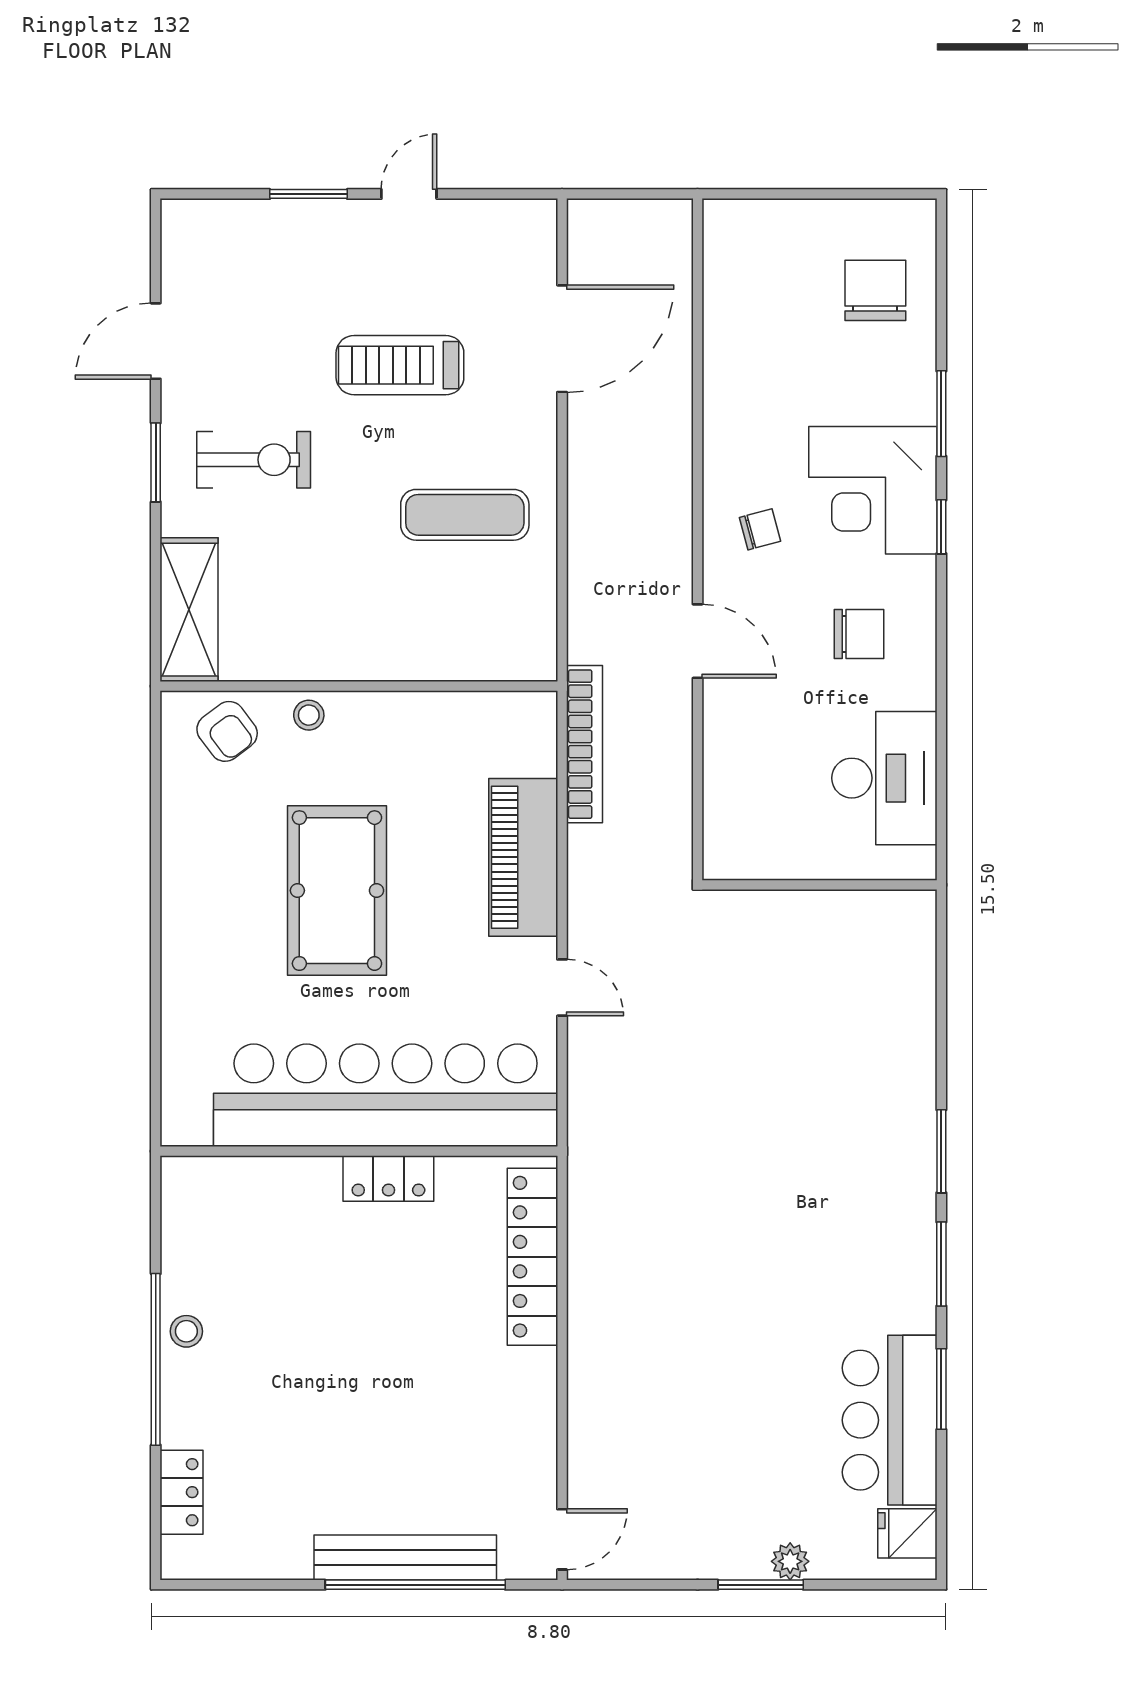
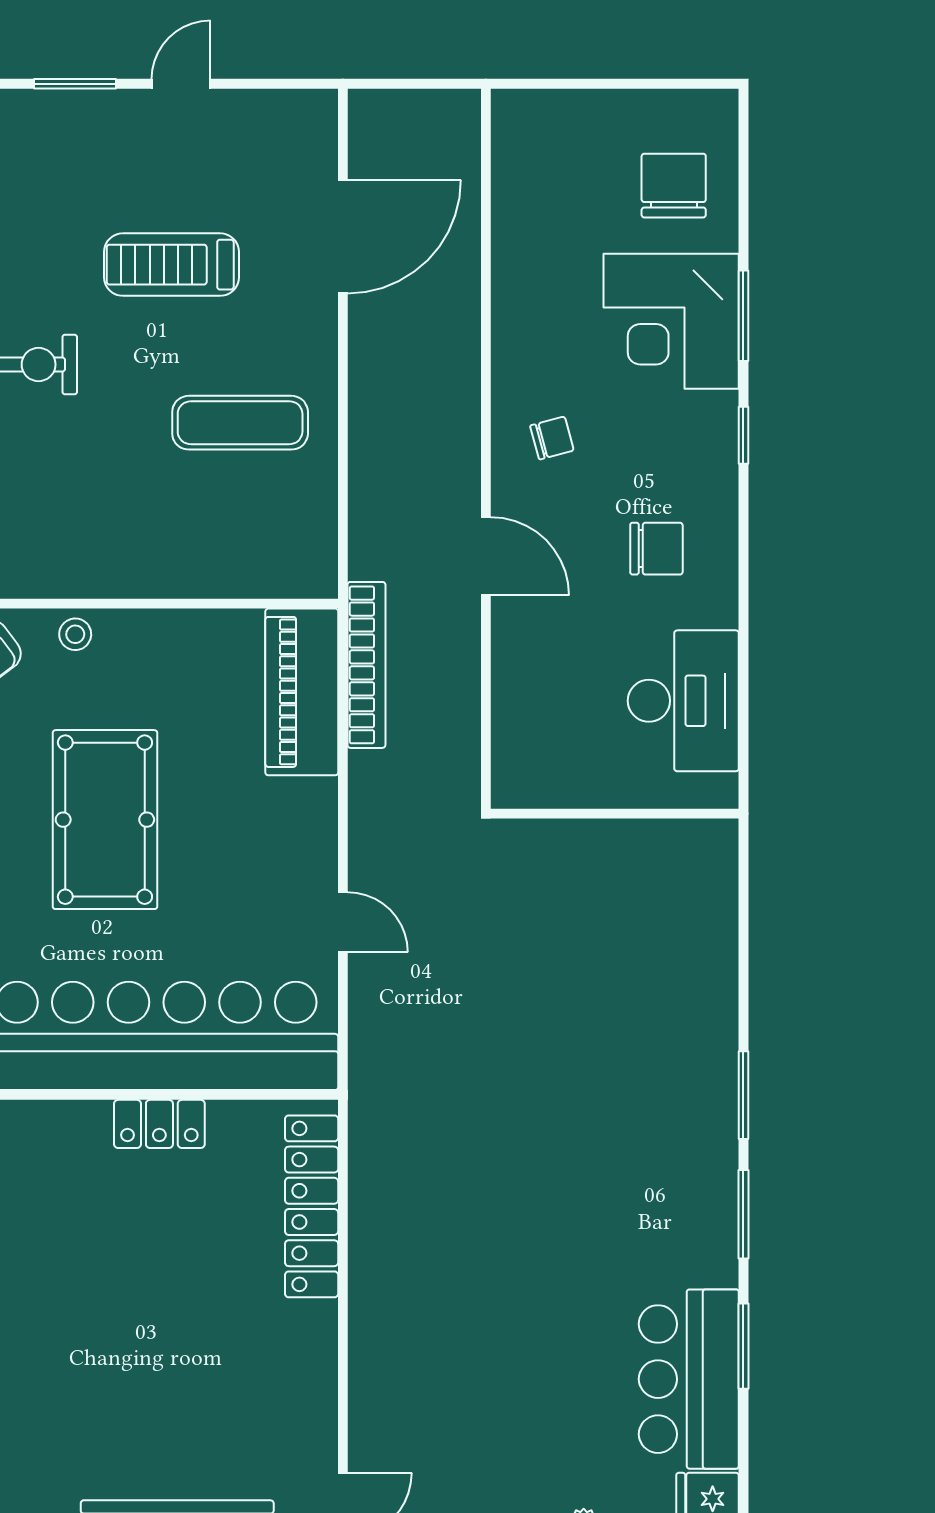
corner desk: (873, 490) -> (671, 321), moved
piano: (523, 857) -> (302, 692), moved

